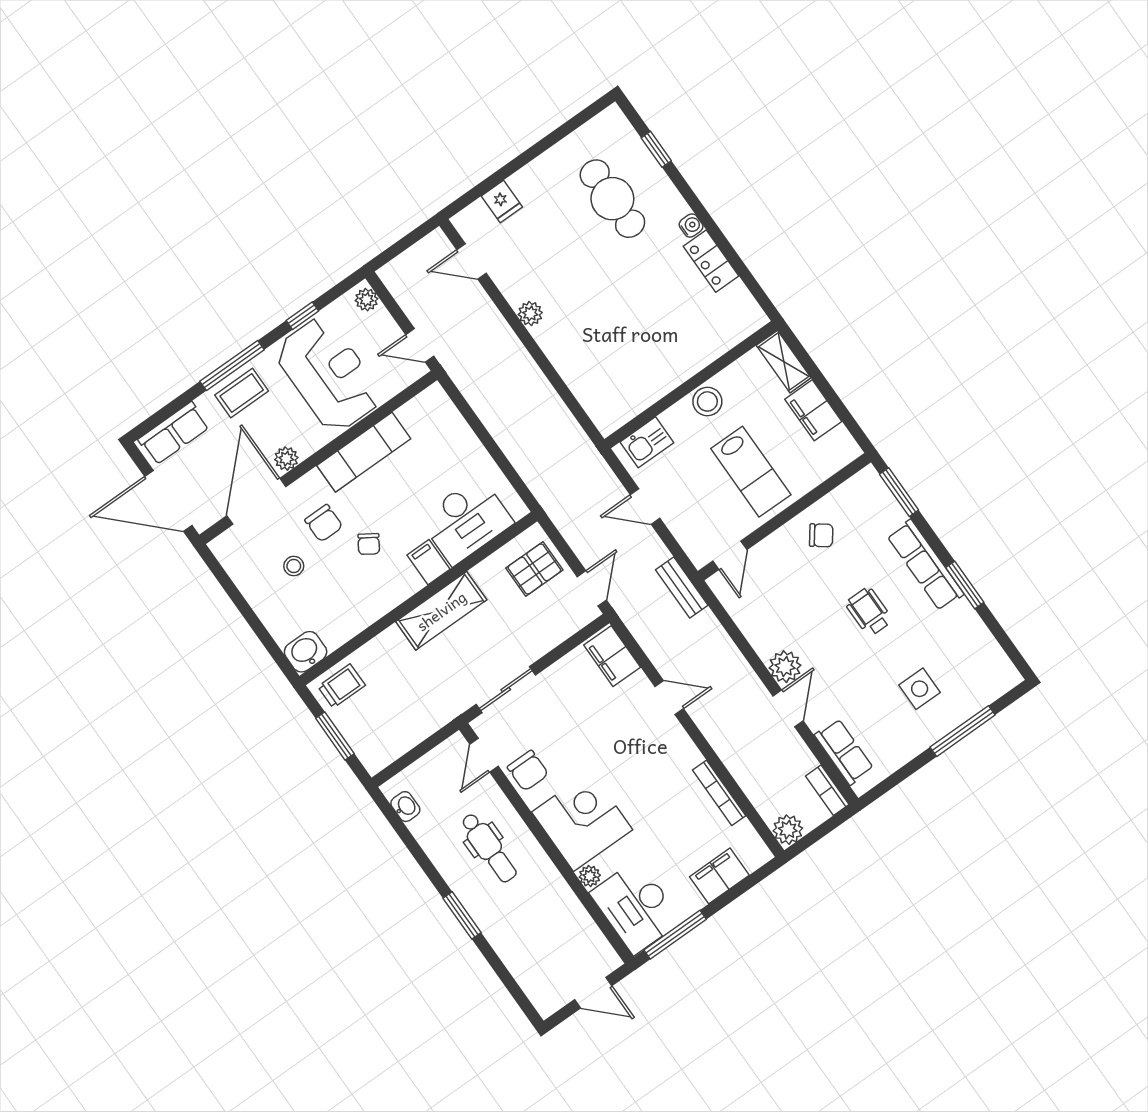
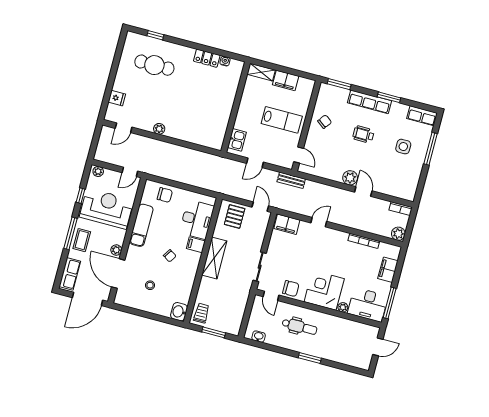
water cooler: (691, 226) -> (225, 61), moved
stool: (707, 401) -> (246, 108), removed
chair: (324, 523) -> (165, 195), moved
row of seats: (844, 752) -> (422, 116), moved, turned 180

